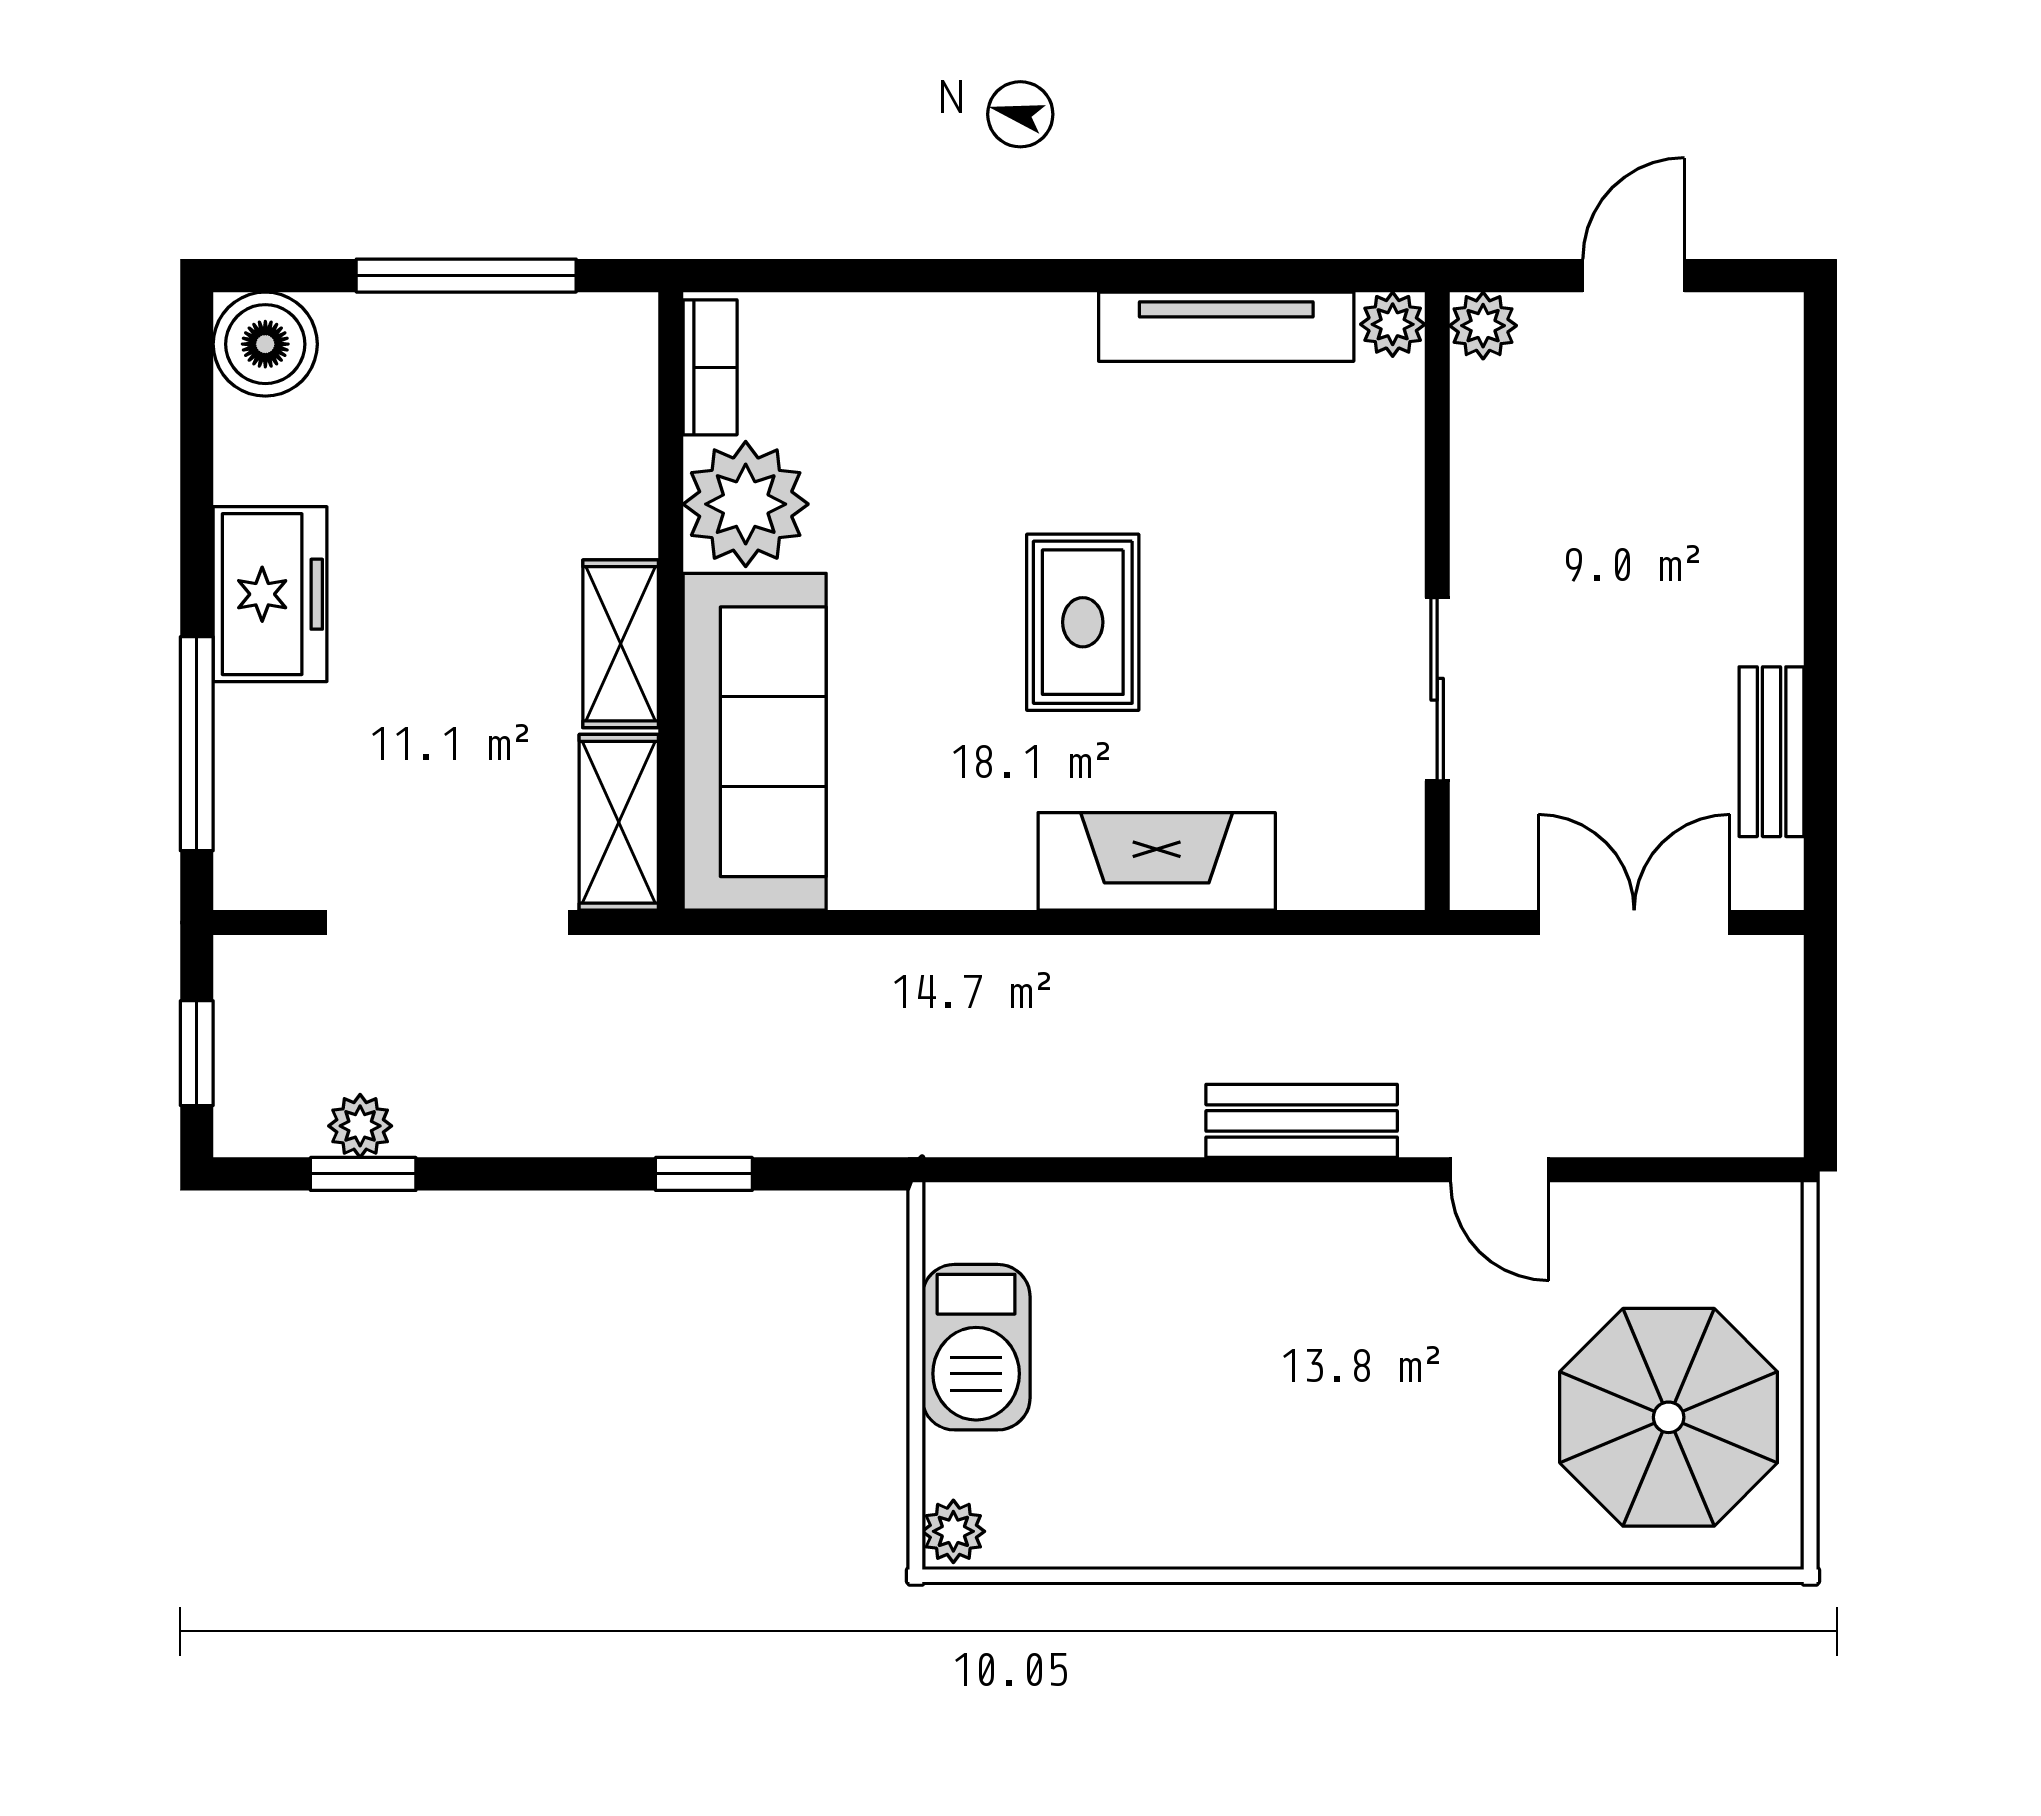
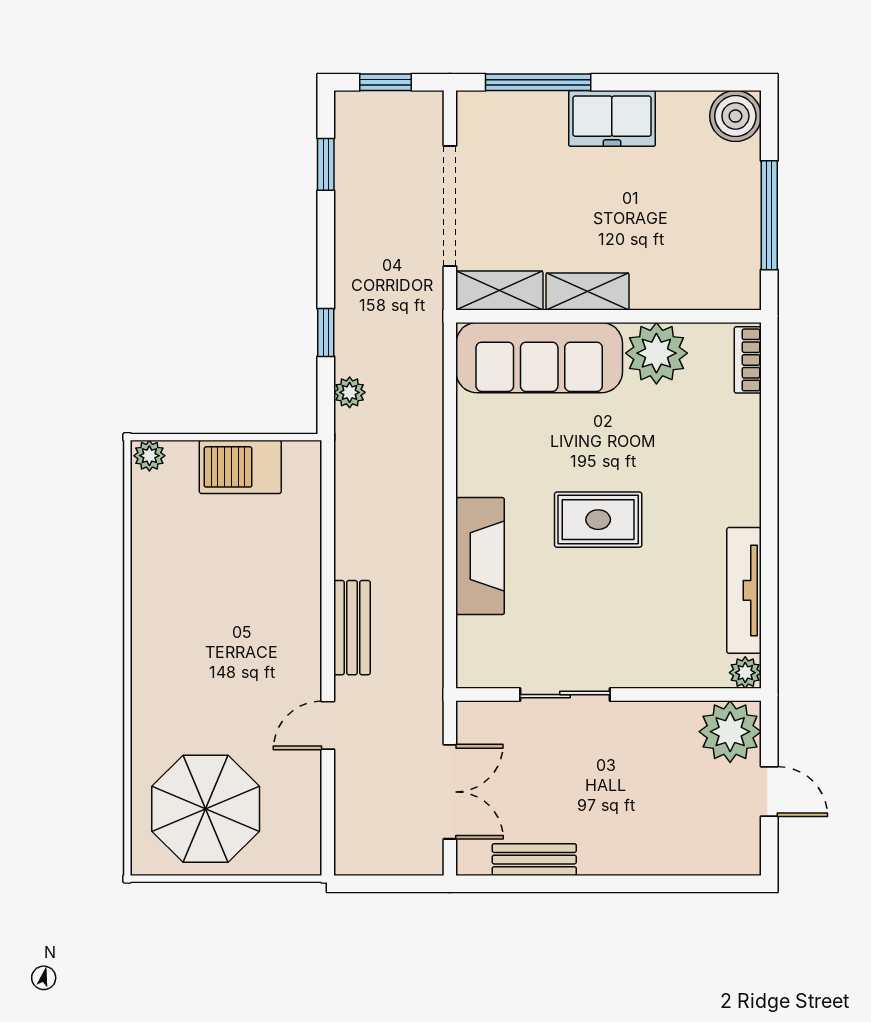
plant: (1483, 326) -> (730, 732), width x1.88, depth x1.88
bookcase: (710, 367) -> (748, 360), moved, turned 90
plant: (360, 1126) -> (350, 392), moved

